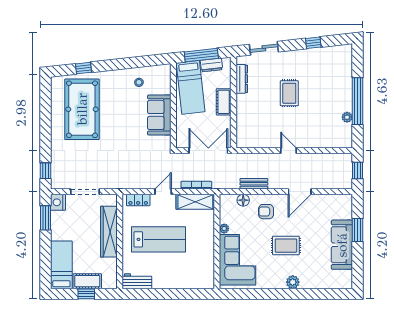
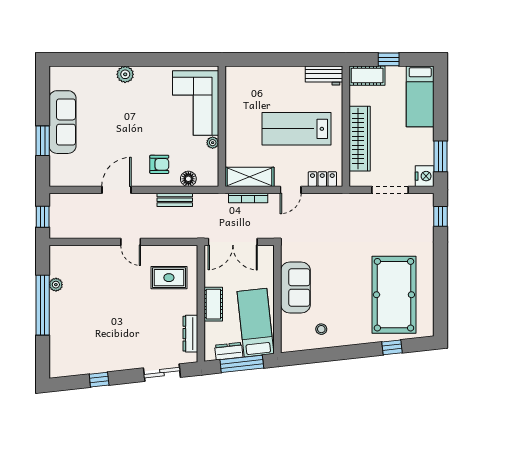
rug: (289, 93) -> (169, 278), moved, turned 90
rug: (286, 246) -> (134, 121), removed
cot: (87, 281) -> (367, 76), moved

